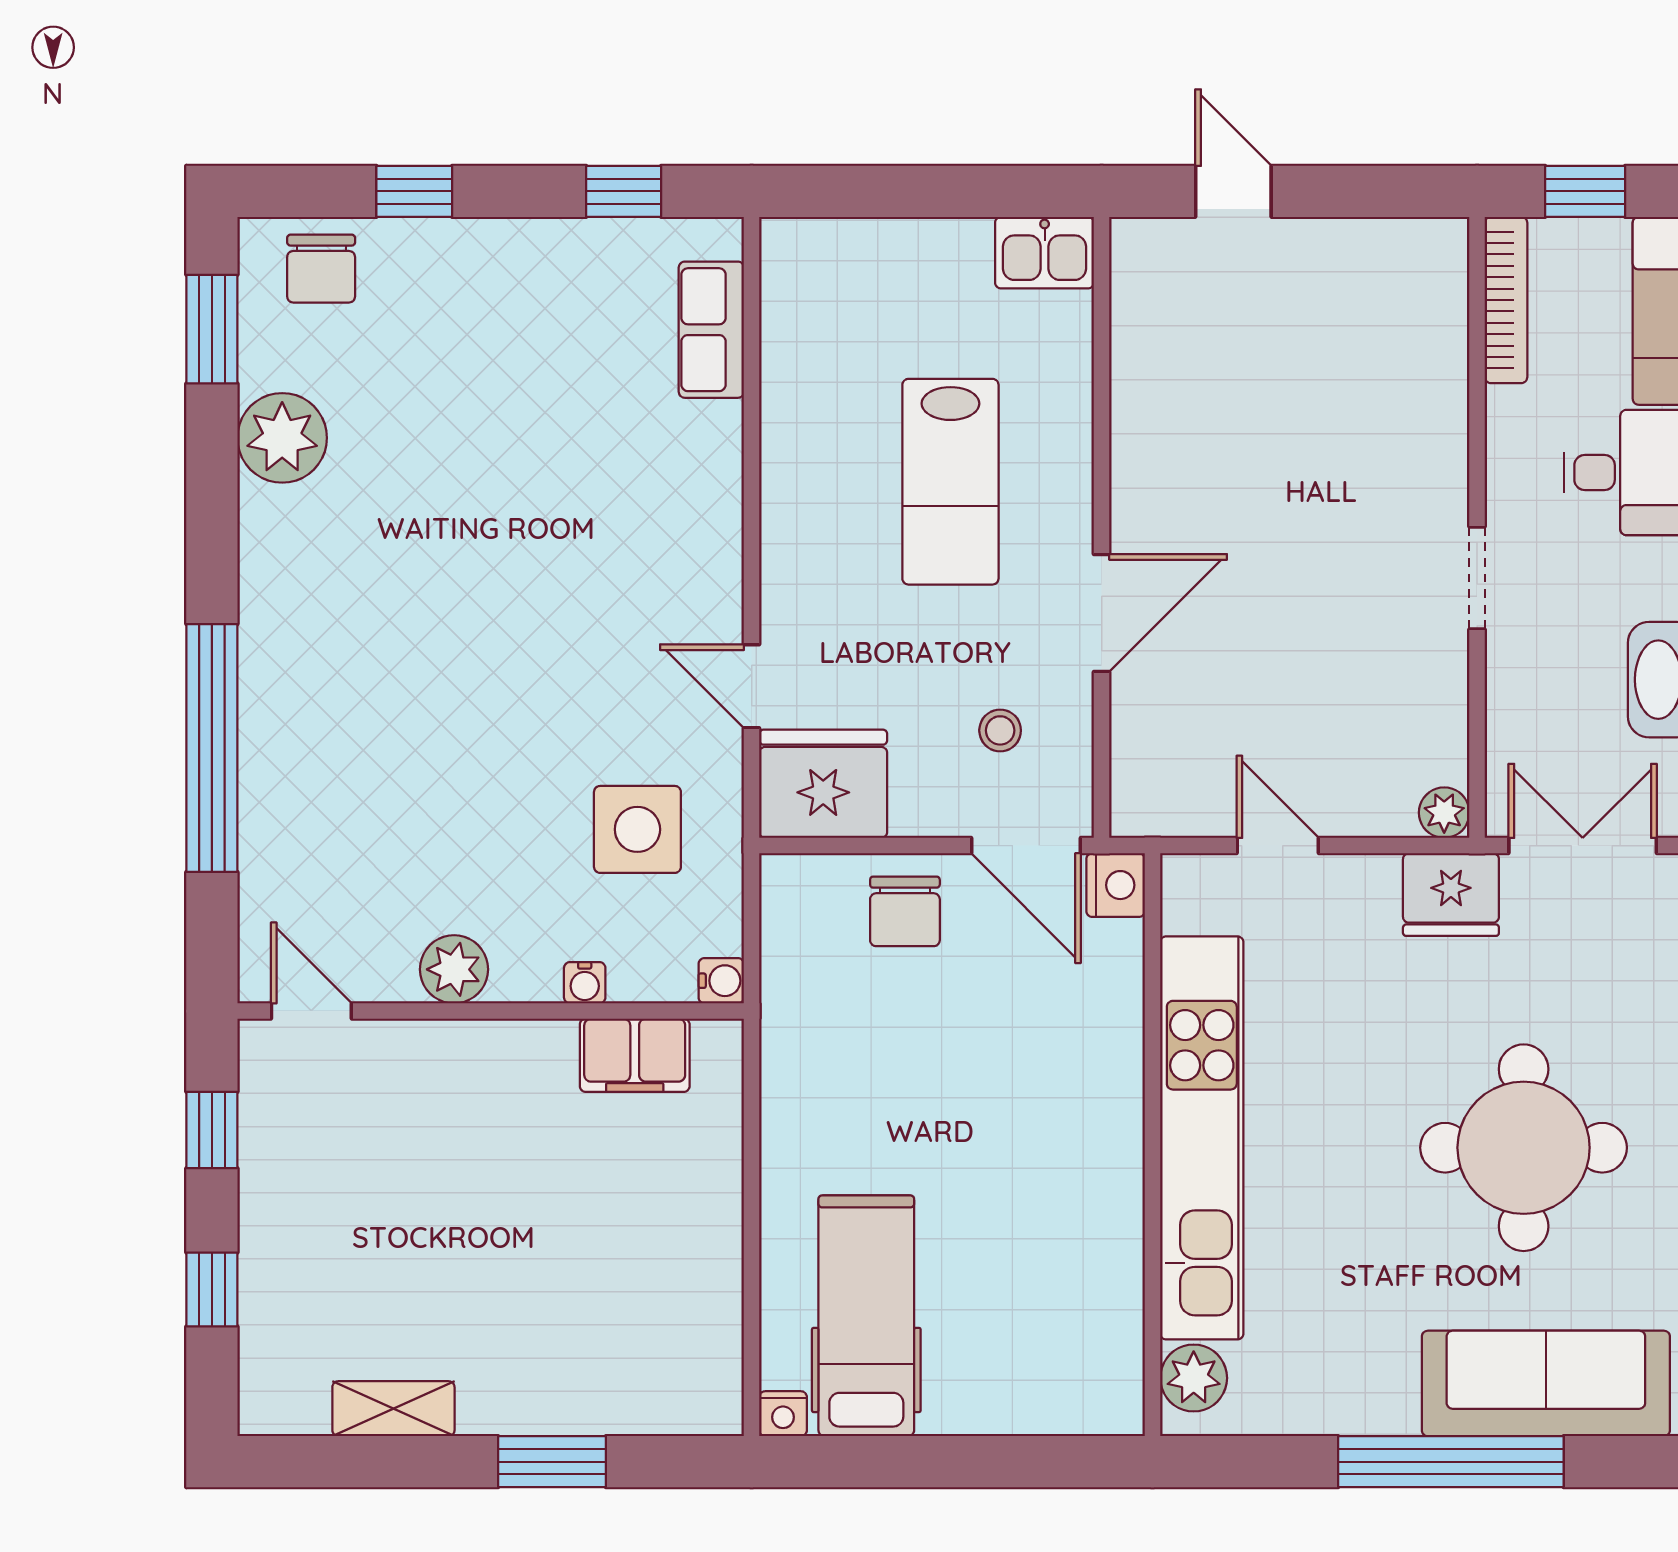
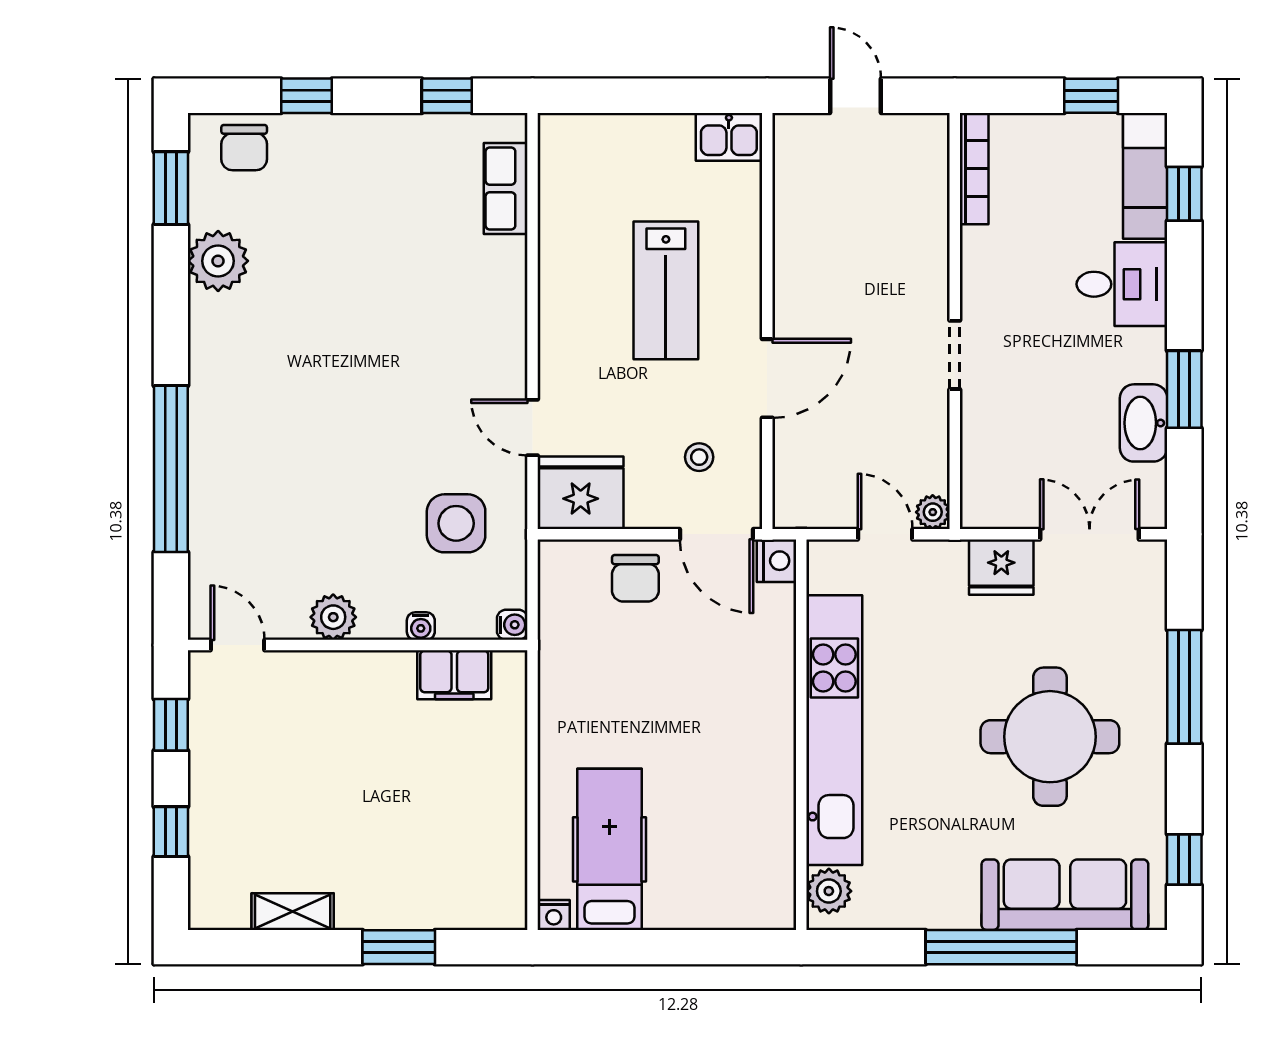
bookcase: (1506, 300) -> (974, 169), moved
wall: (1477, 527) -> (955, 321), moved
doorway: (1477, 578) -> (955, 355), moved
plant: (1444, 813) -> (933, 512), moved

